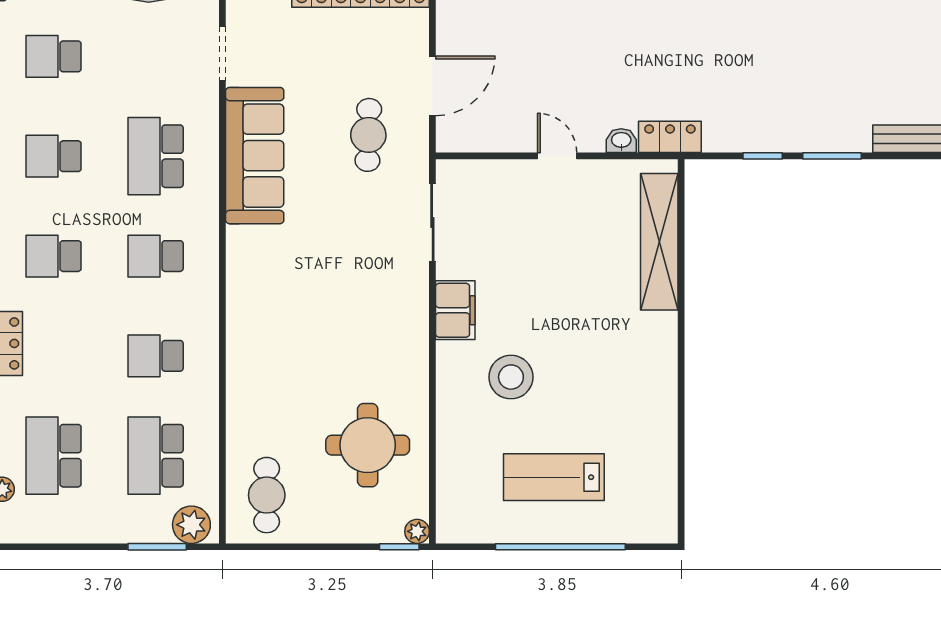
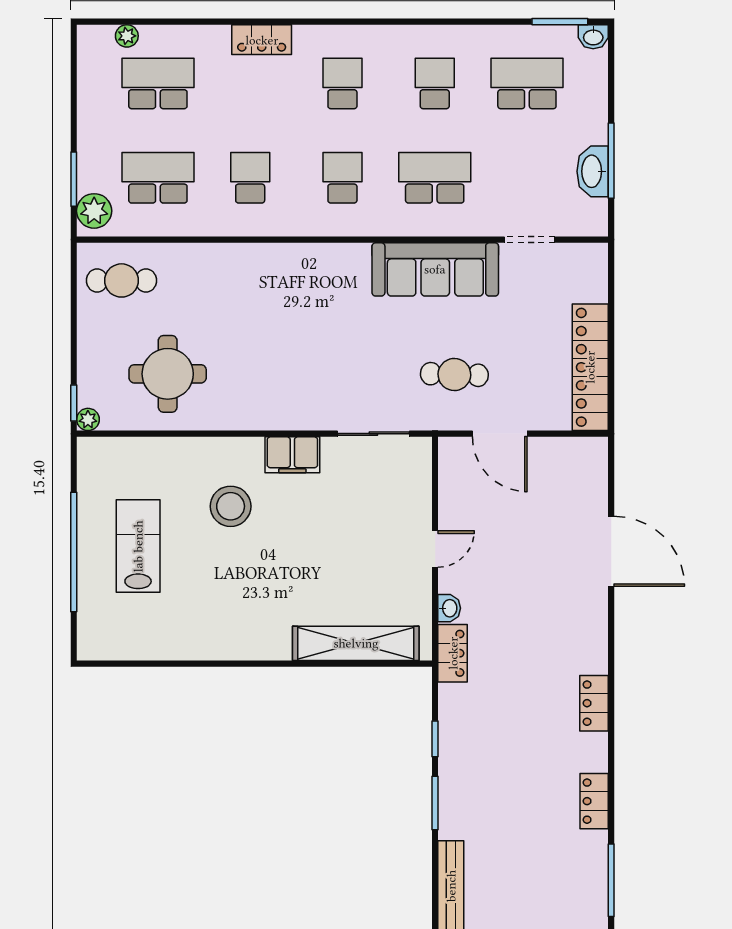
school desk: (54, 56) -> (527, 83), width x1.85

